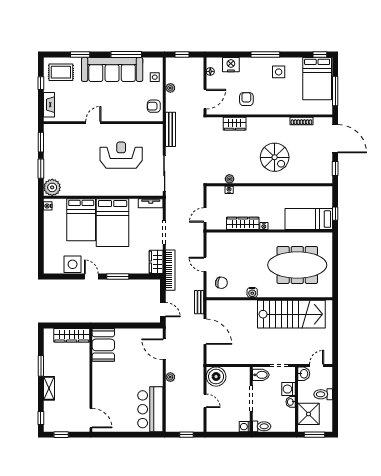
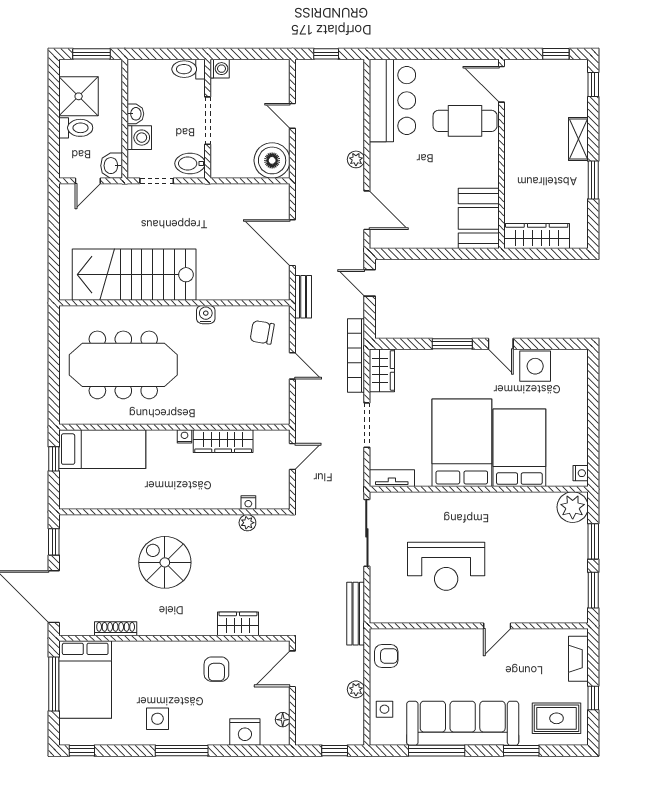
bed: (317, 79) -> (85, 680), moved, turned 180
cafe table: (111, 398) -> (465, 121), added
shower: (308, 414) -> (79, 96), moved

